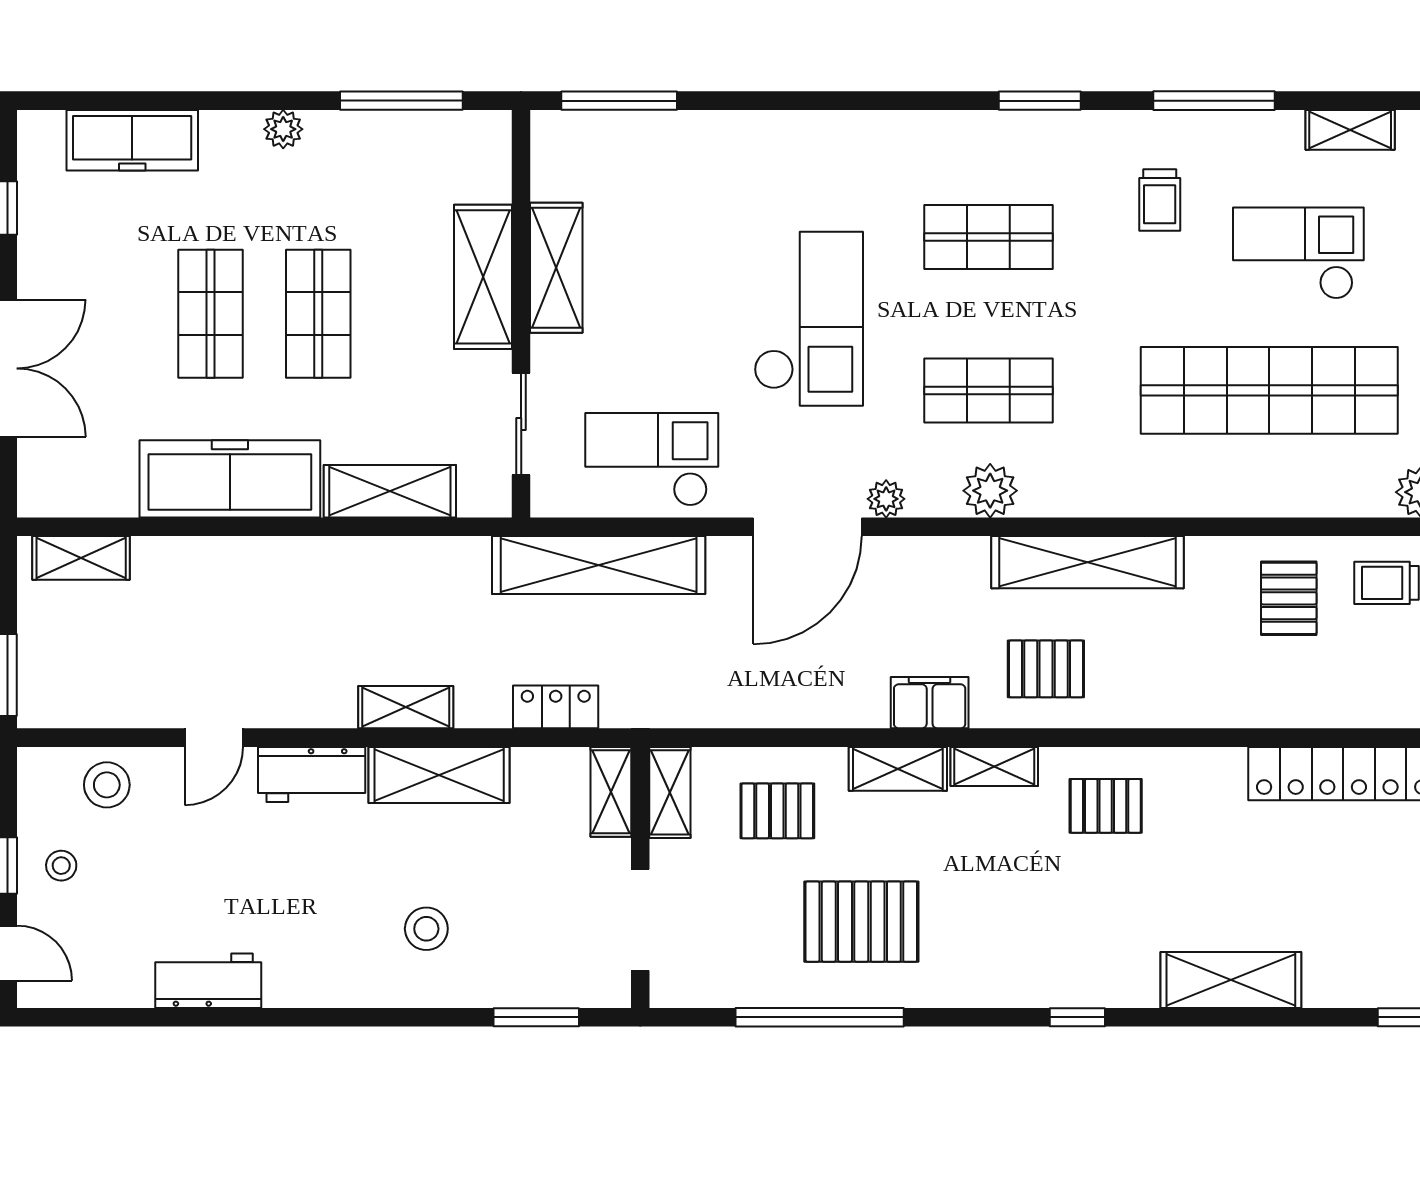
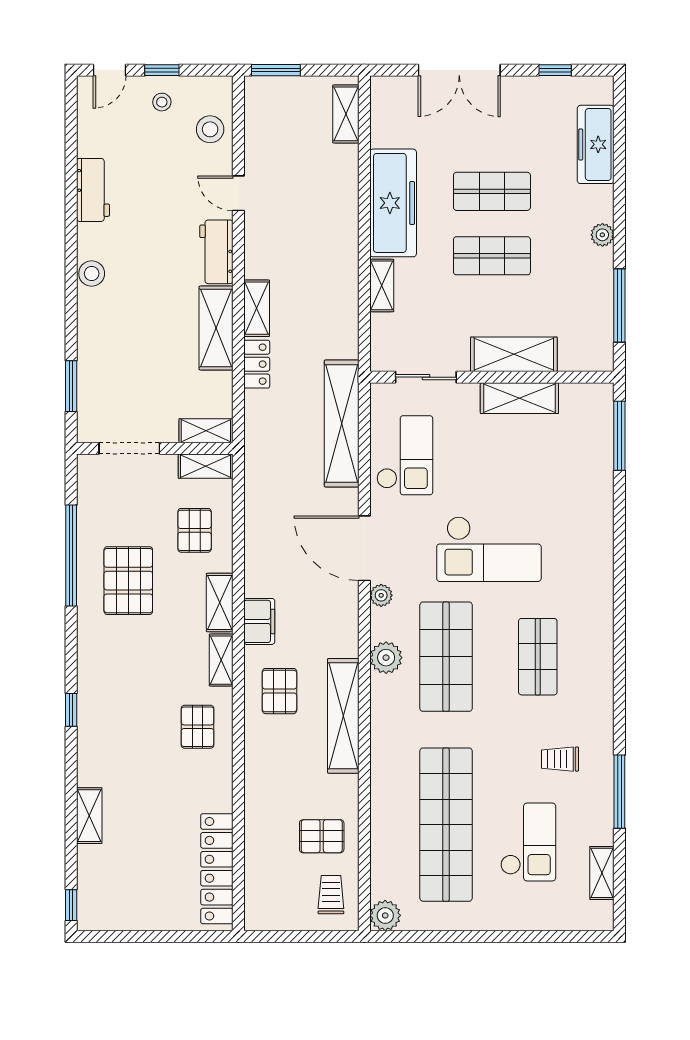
window: (1040, 101) -> (619, 687), removed
shop shelf: (989, 390) -> (446, 657), width x1.43, depth x1.36
shelving: (390, 491) -> (382, 285), width x0.67, depth x0.75
locker: (556, 707) -> (257, 364), moved
stool: (426, 929) -> (92, 274), moved
shelving: (1231, 980) -> (89, 816), width x0.67, depth x0.75

